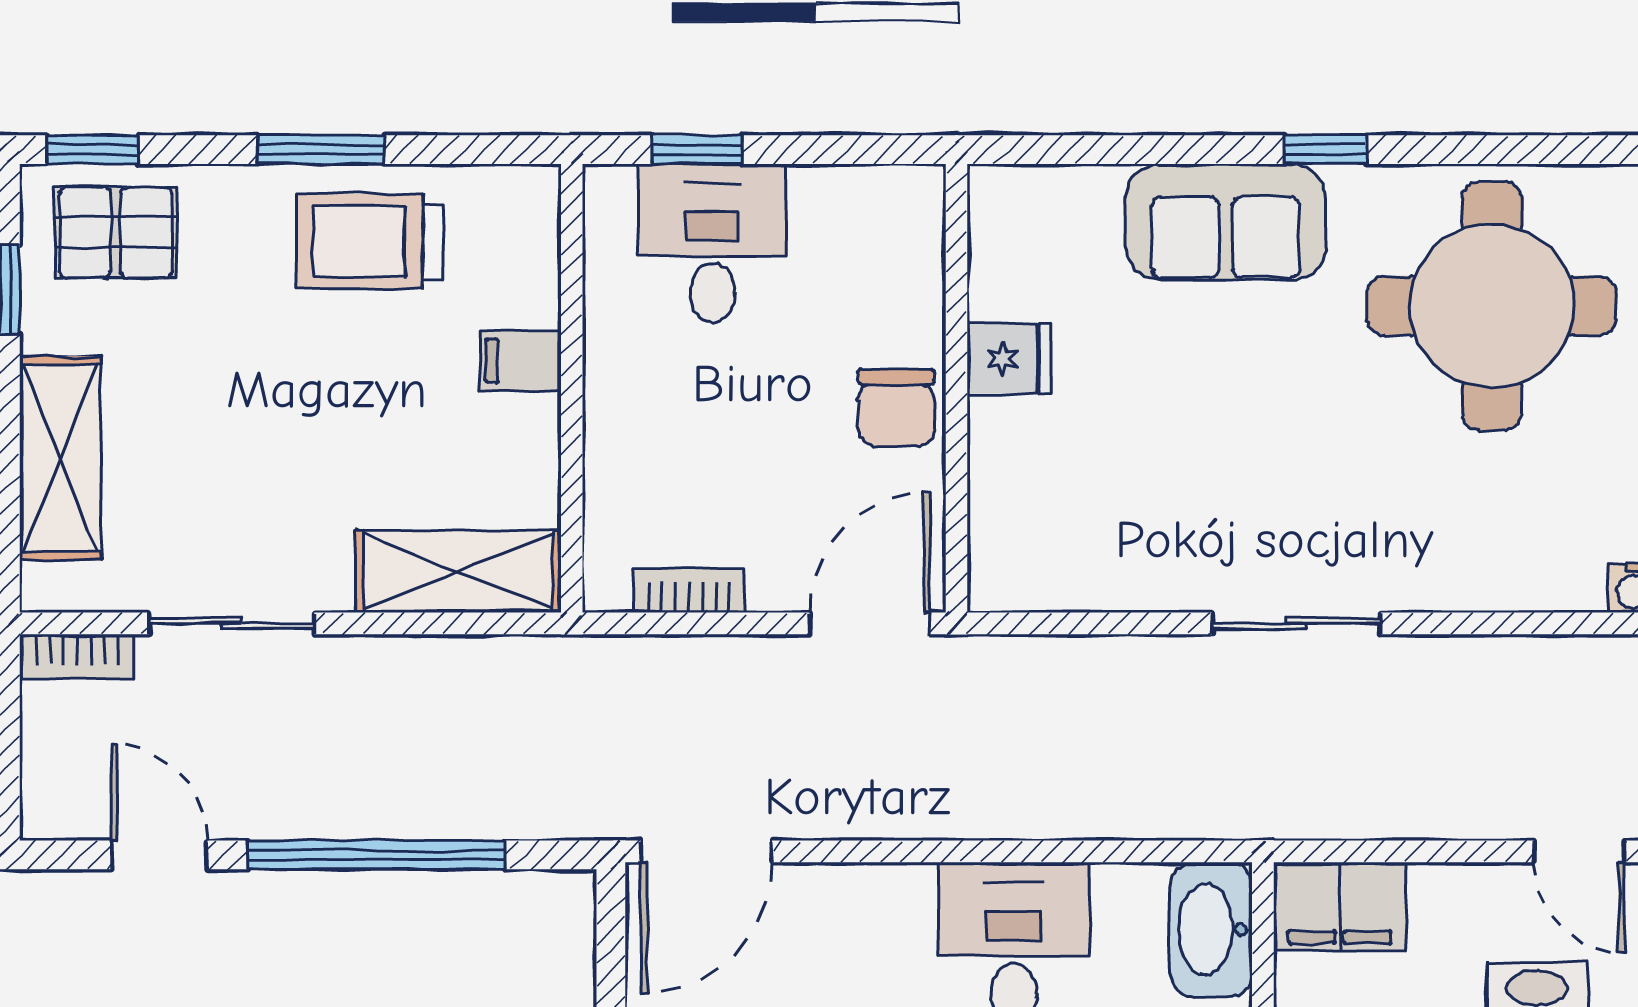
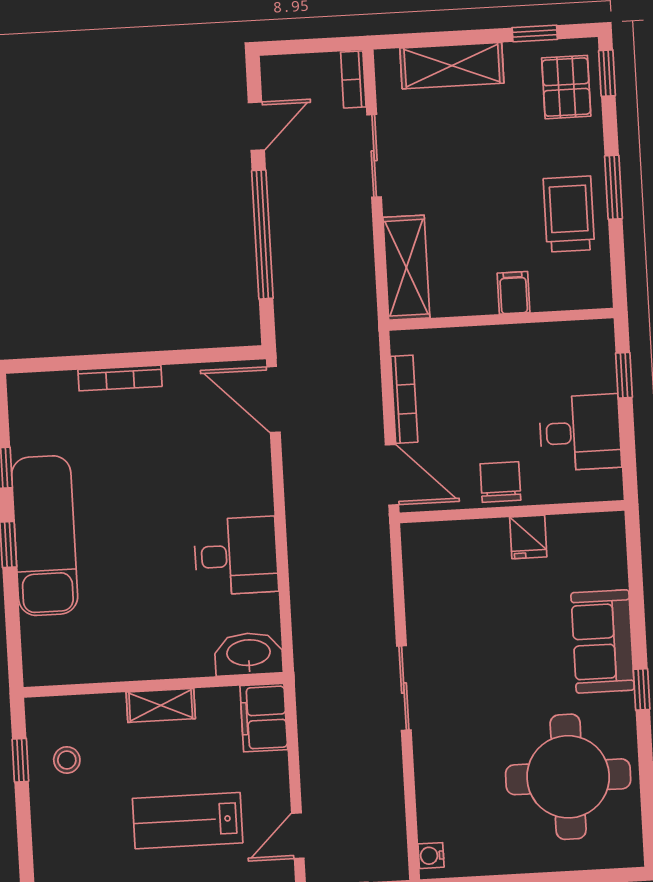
desk: (712, 243) -> (580, 433), moved
chair: (896, 408) -> (500, 482), turned 90
bookcase: (689, 590) -> (404, 399), width x1.56

